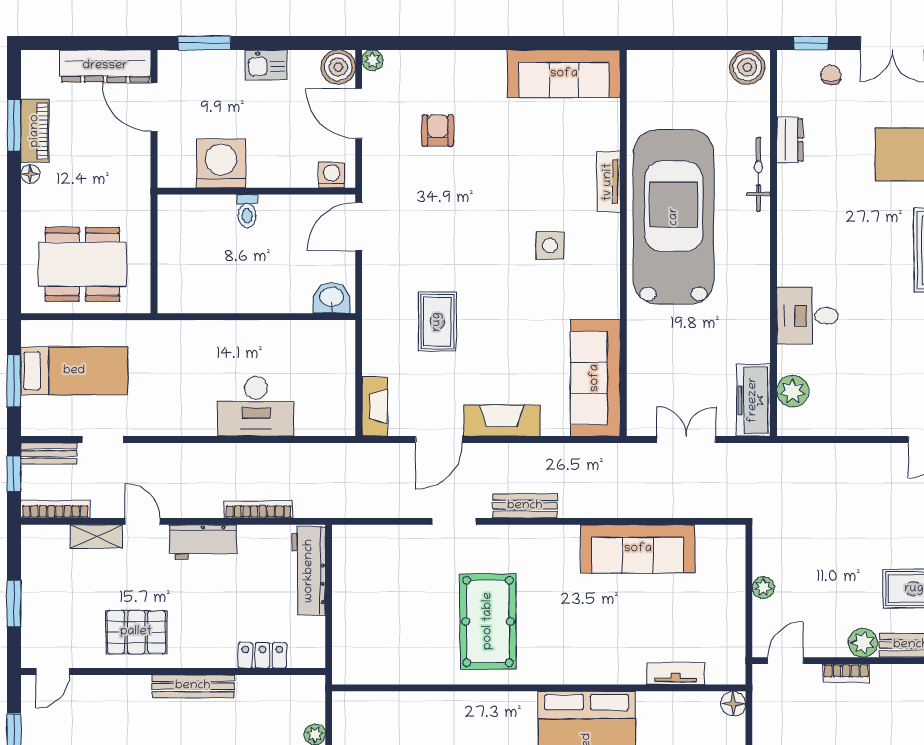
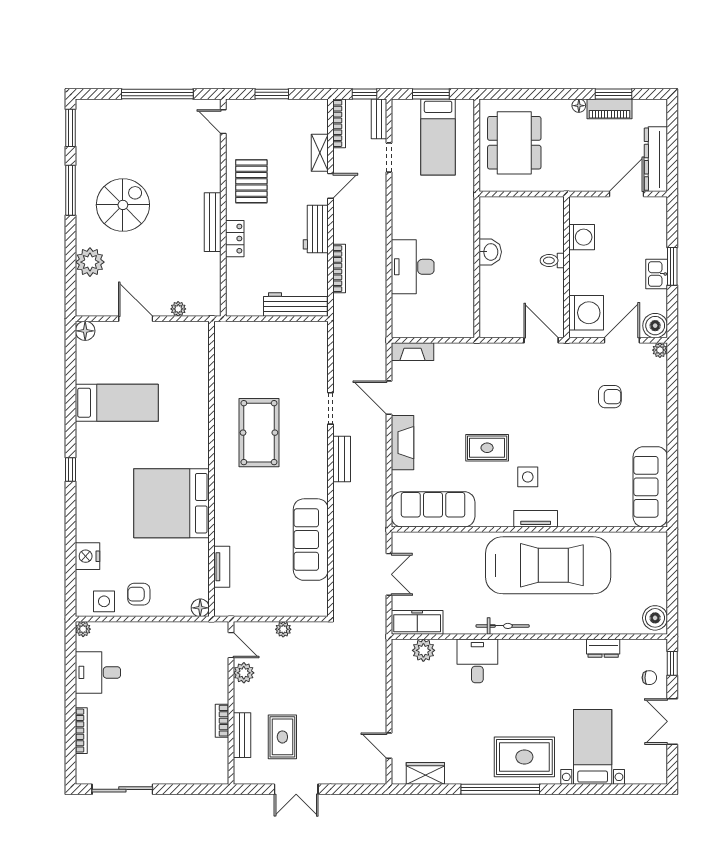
window: (204, 43) -> (672, 266), moved
washing machine: (221, 163) -> (582, 237), width x0.73, depth x0.73
bicycle: (759, 174) -> (503, 626), moved
washing machine: (332, 175) -> (586, 313), width x1.89, depth x1.89
tv unit: (608, 182) -> (536, 519), moved
washbasin: (332, 298) -> (490, 252), moved
rug: (437, 322) -> (487, 448), moved
pool table: (488, 621) -> (259, 433), turned 90
plant: (863, 643) -> (244, 673), moved
locker: (262, 655) -> (235, 239), moved
bookcase: (846, 673) -> (222, 721), moved

